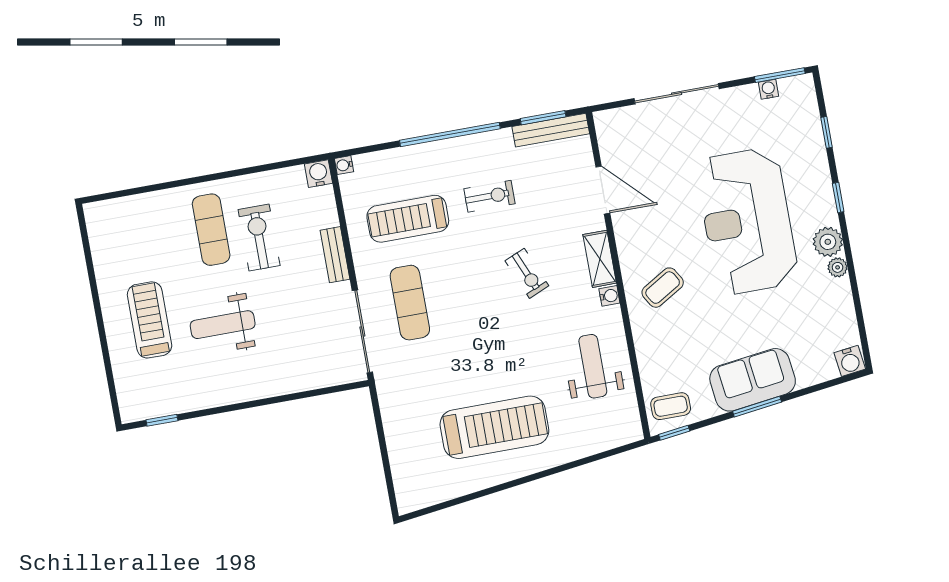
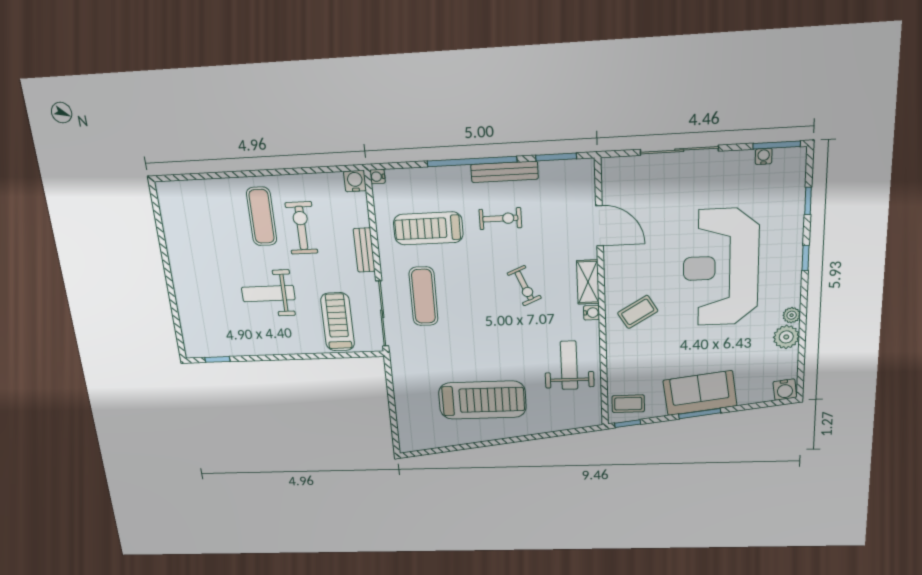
bench: (551, 130) -> (504, 172), moved
plant: (828, 242) -> (786, 337), moved
treadmill: (150, 320) -> (338, 322), moved

